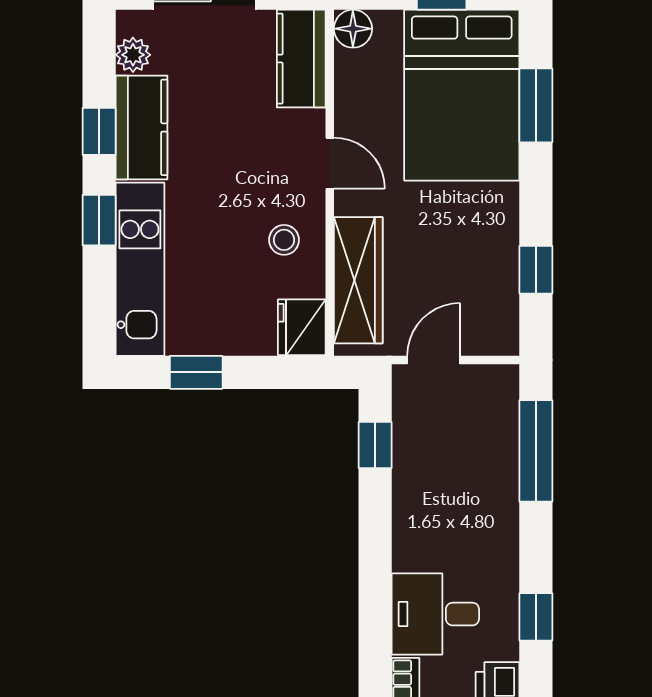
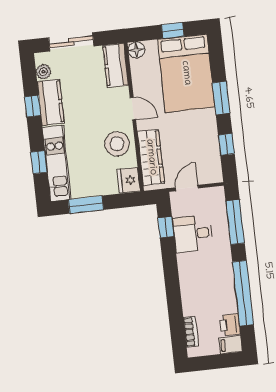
window: (536, 105) -> (221, 98), moved
window: (99, 220) -> (39, 162), moved
stool: (284, 240) -> (117, 144), width x1.89, depth x1.89
window: (196, 372) -> (86, 205), width x1.50
desk: (435, 614) -> (193, 234), moved
window: (536, 617) -> (243, 293), width x3.17

